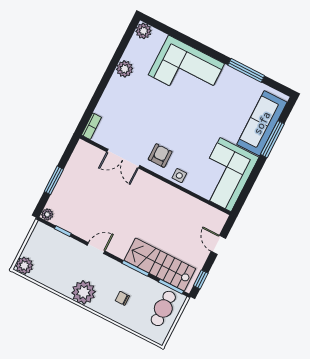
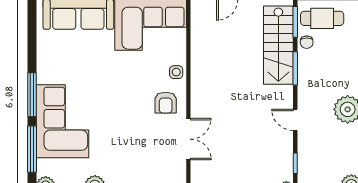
window: (177, 35) -> (32, 149), added
window: (246, 70) -> (32, 95), moved
armchair: (160, 156) -> (166, 103), turned -90
chair: (122, 298) -> (307, 42), moved

